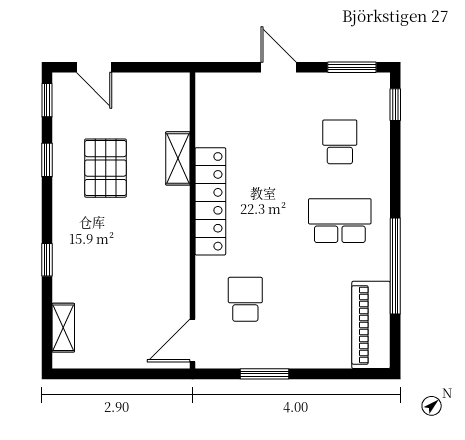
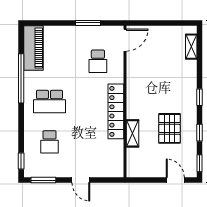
window: (47, 260) -> (199, 97), moved

